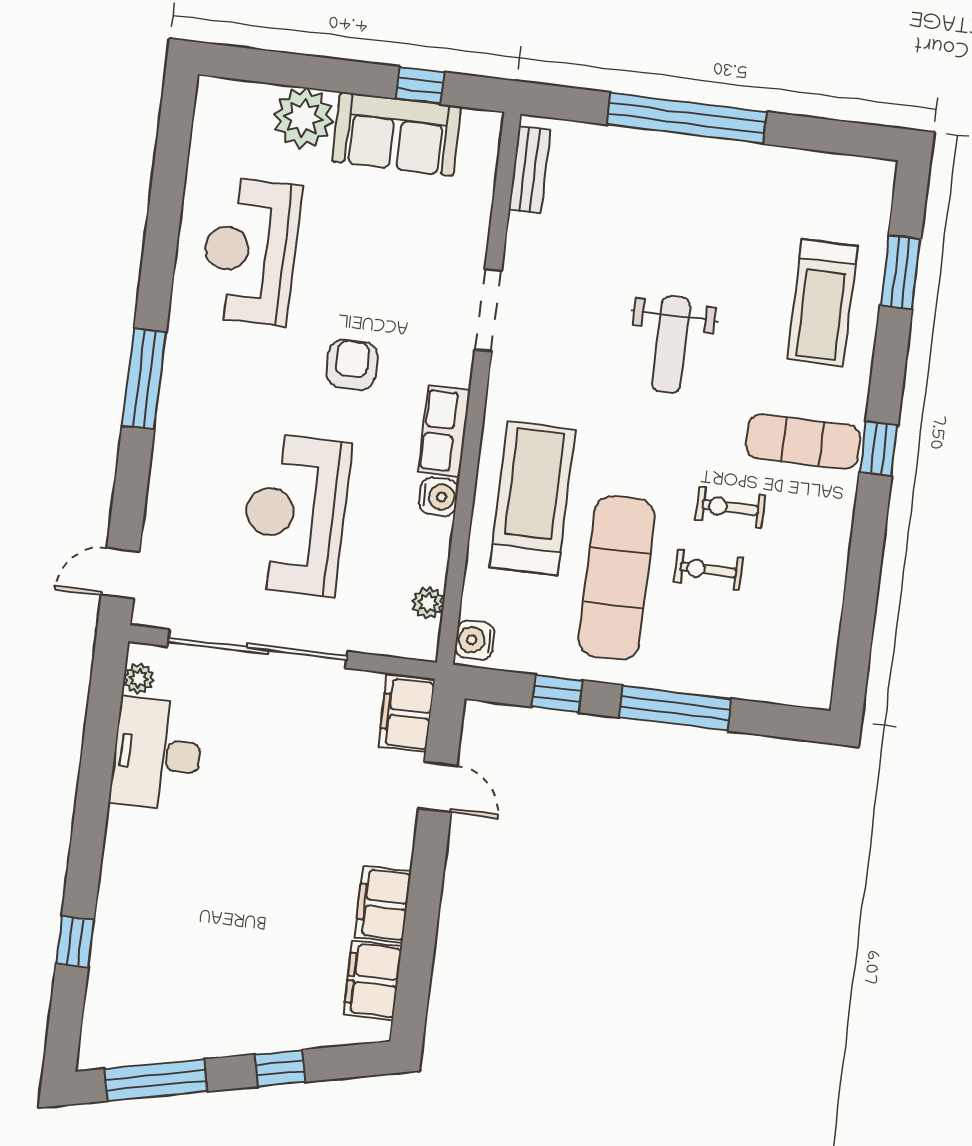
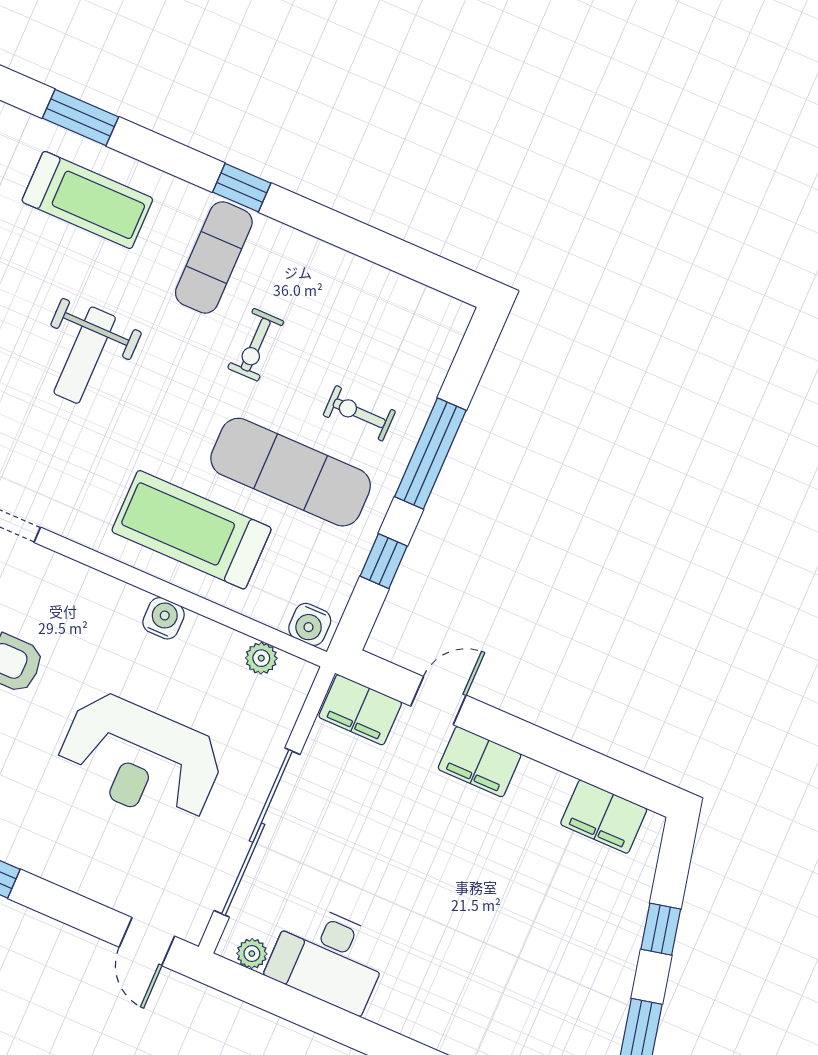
weight bench: (671, 345) -> (85, 355), turned 90
row of seats: (444, 431) -> (103, 595), removed
exercise bike: (708, 570) -> (359, 413), moved, turned 90
filing cabinet: (383, 904) -> (480, 762), moved

